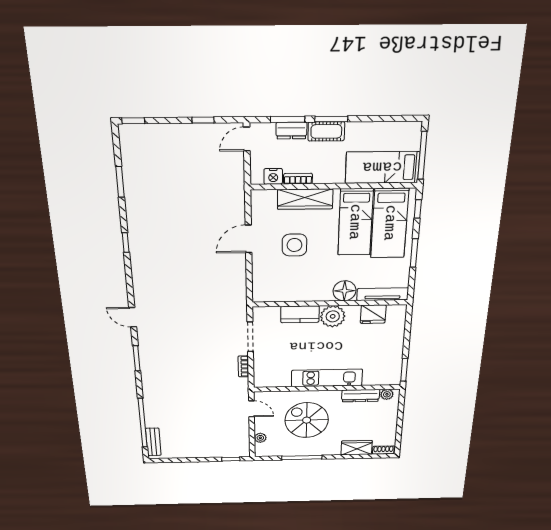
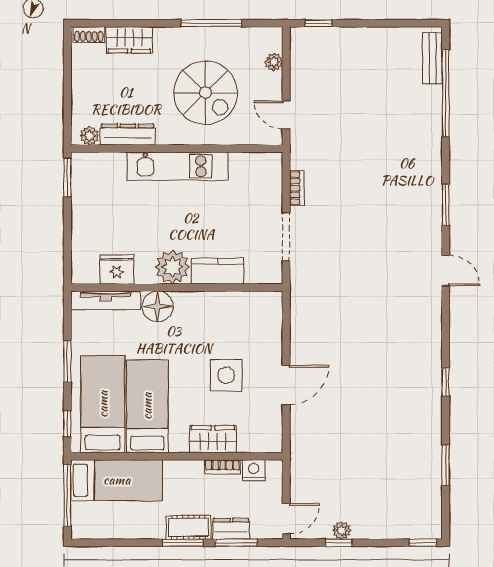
plant: (201, 130) -> (342, 530), added
wardrobe: (305, 199) -> (213, 439), width x0.67

